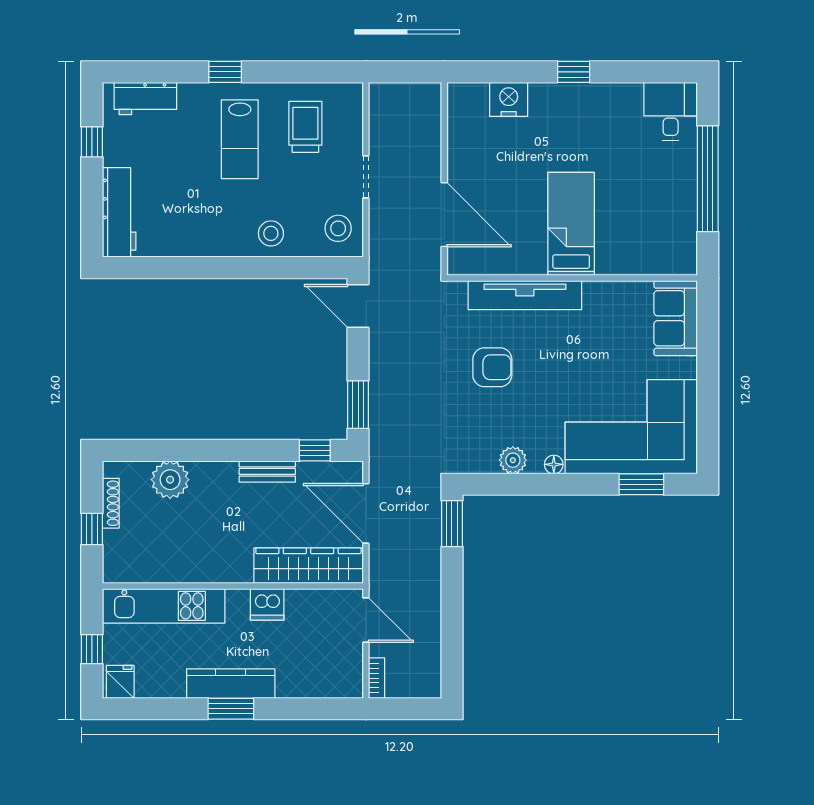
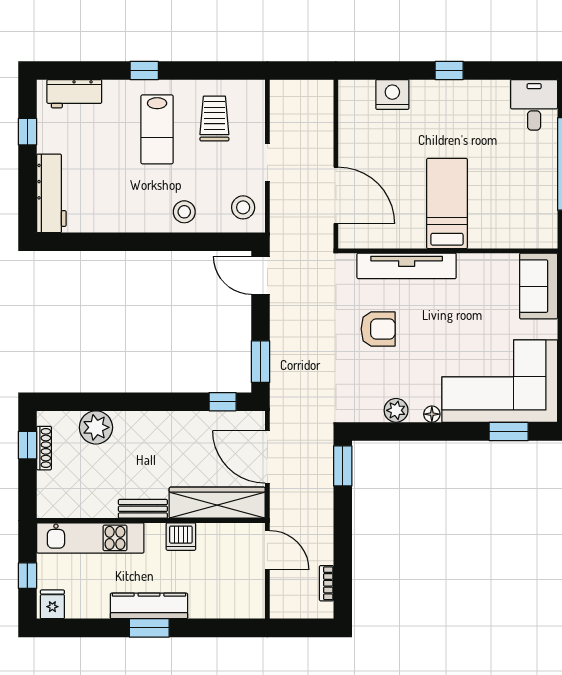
bench: (267, 471) -> (143, 509), moved
window: (92, 529) -> (27, 445), moved
bookcase: (377, 678) -> (327, 583), moved, turned 180

